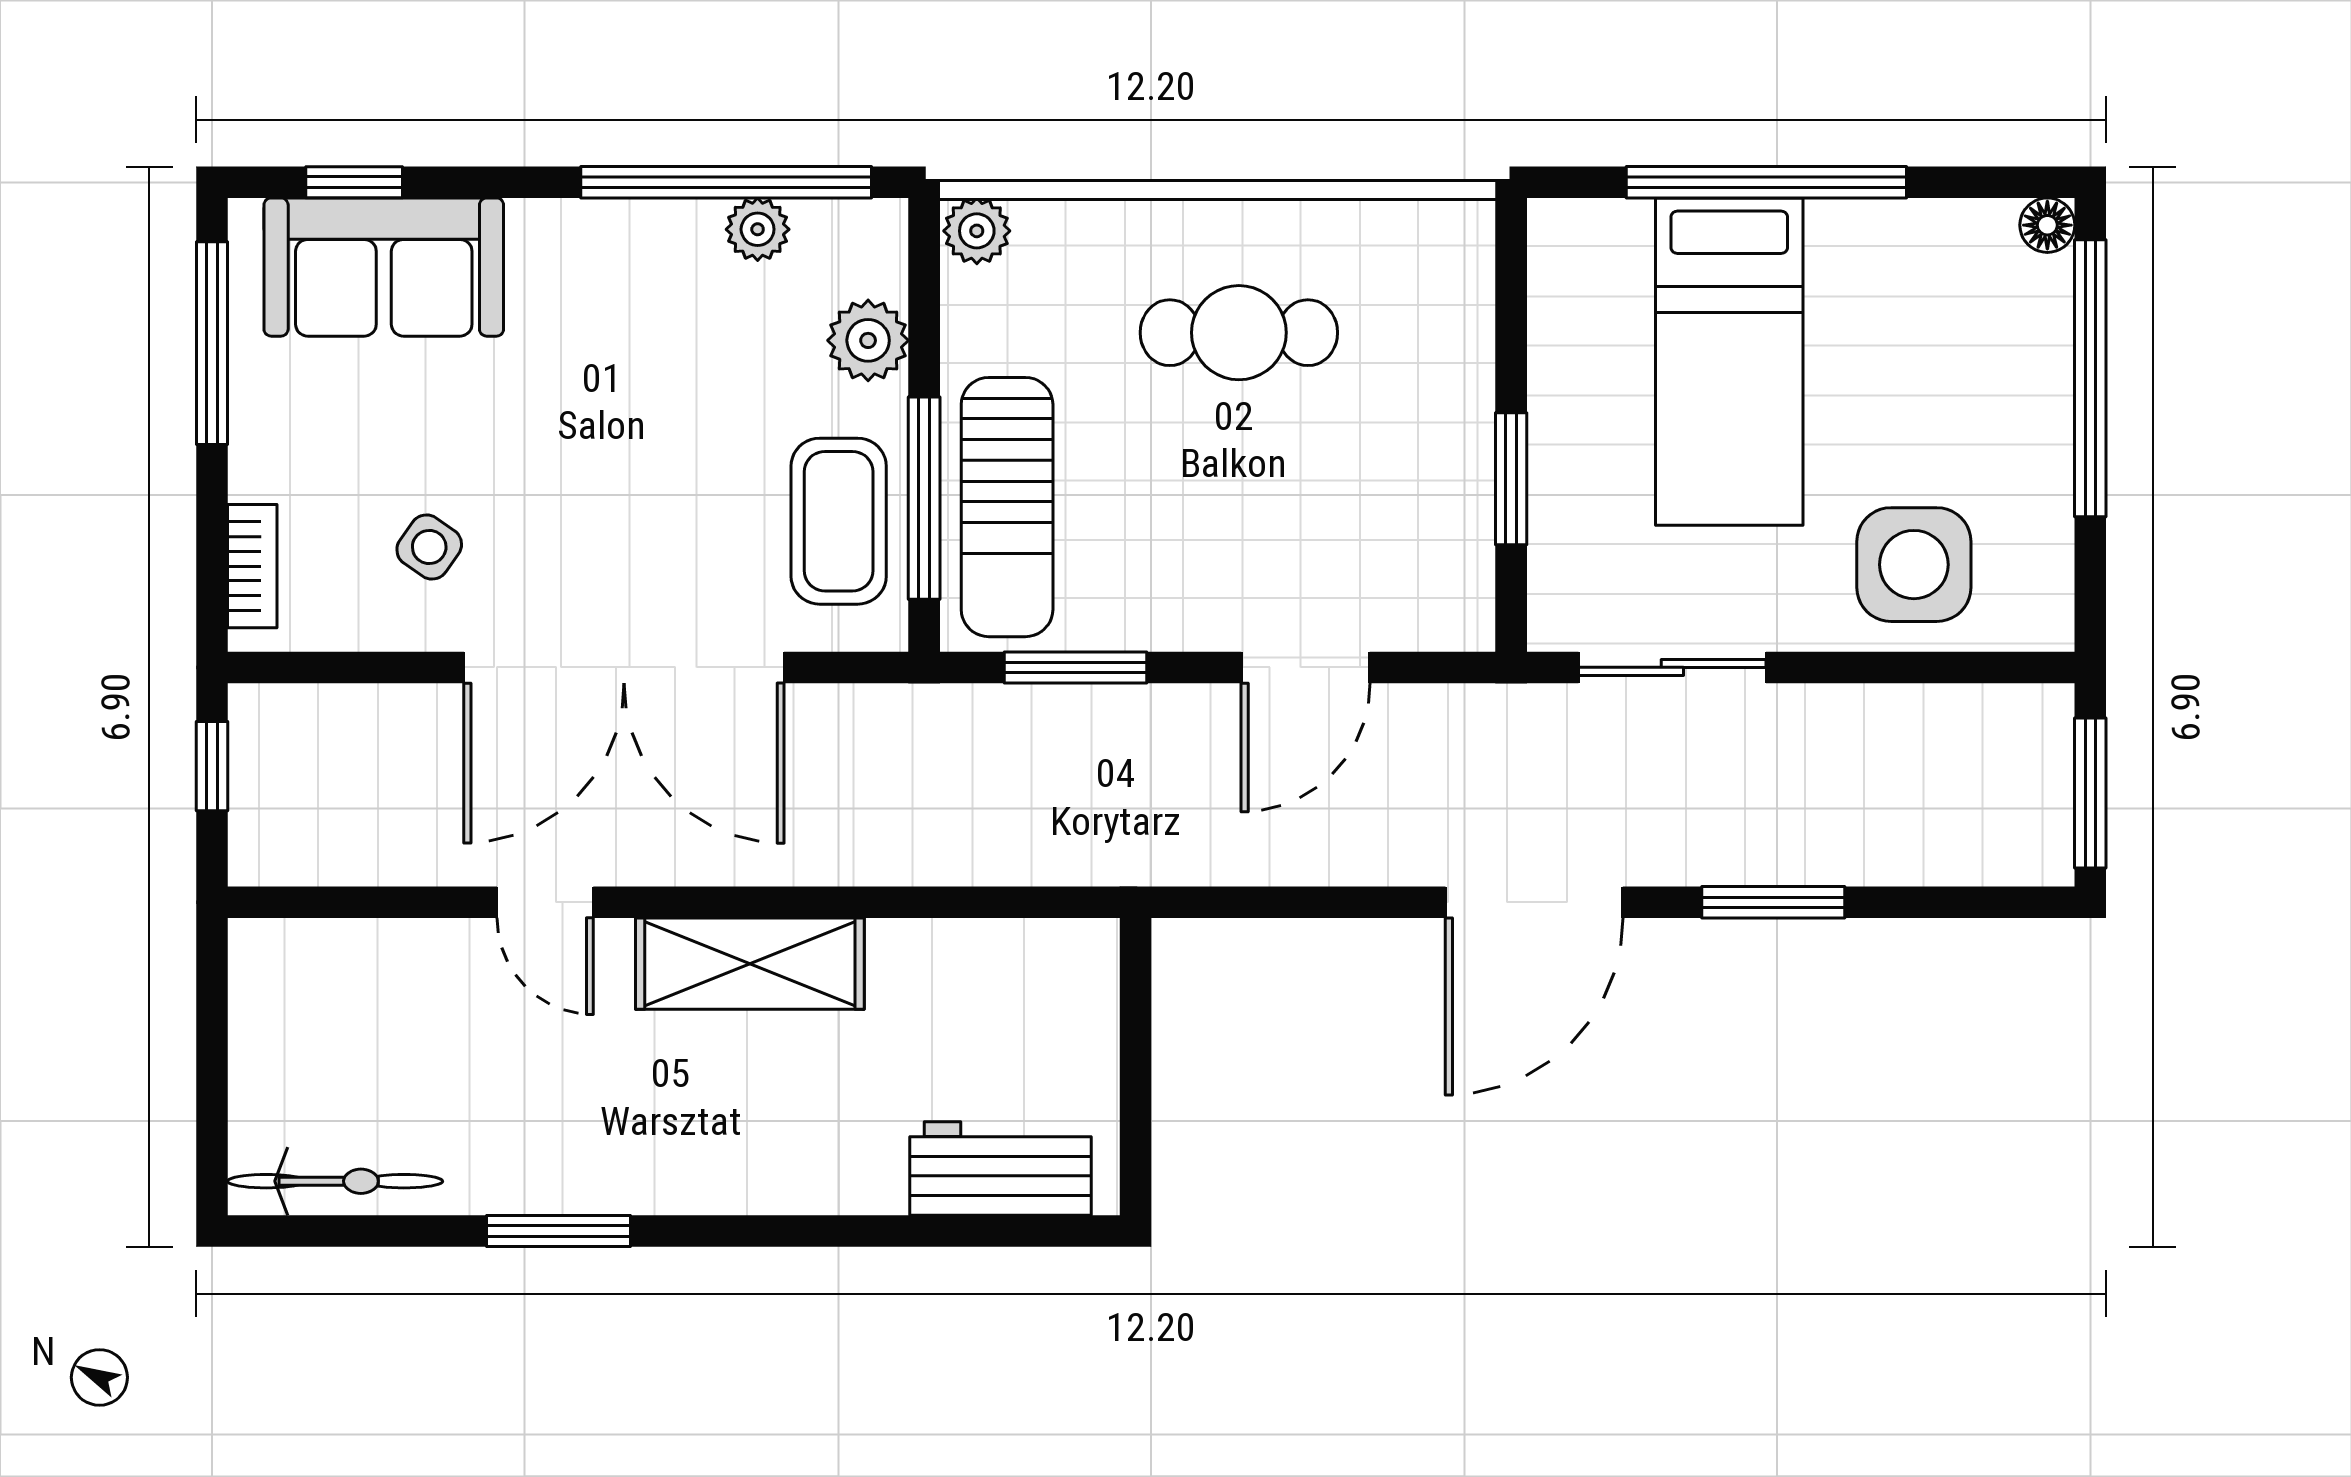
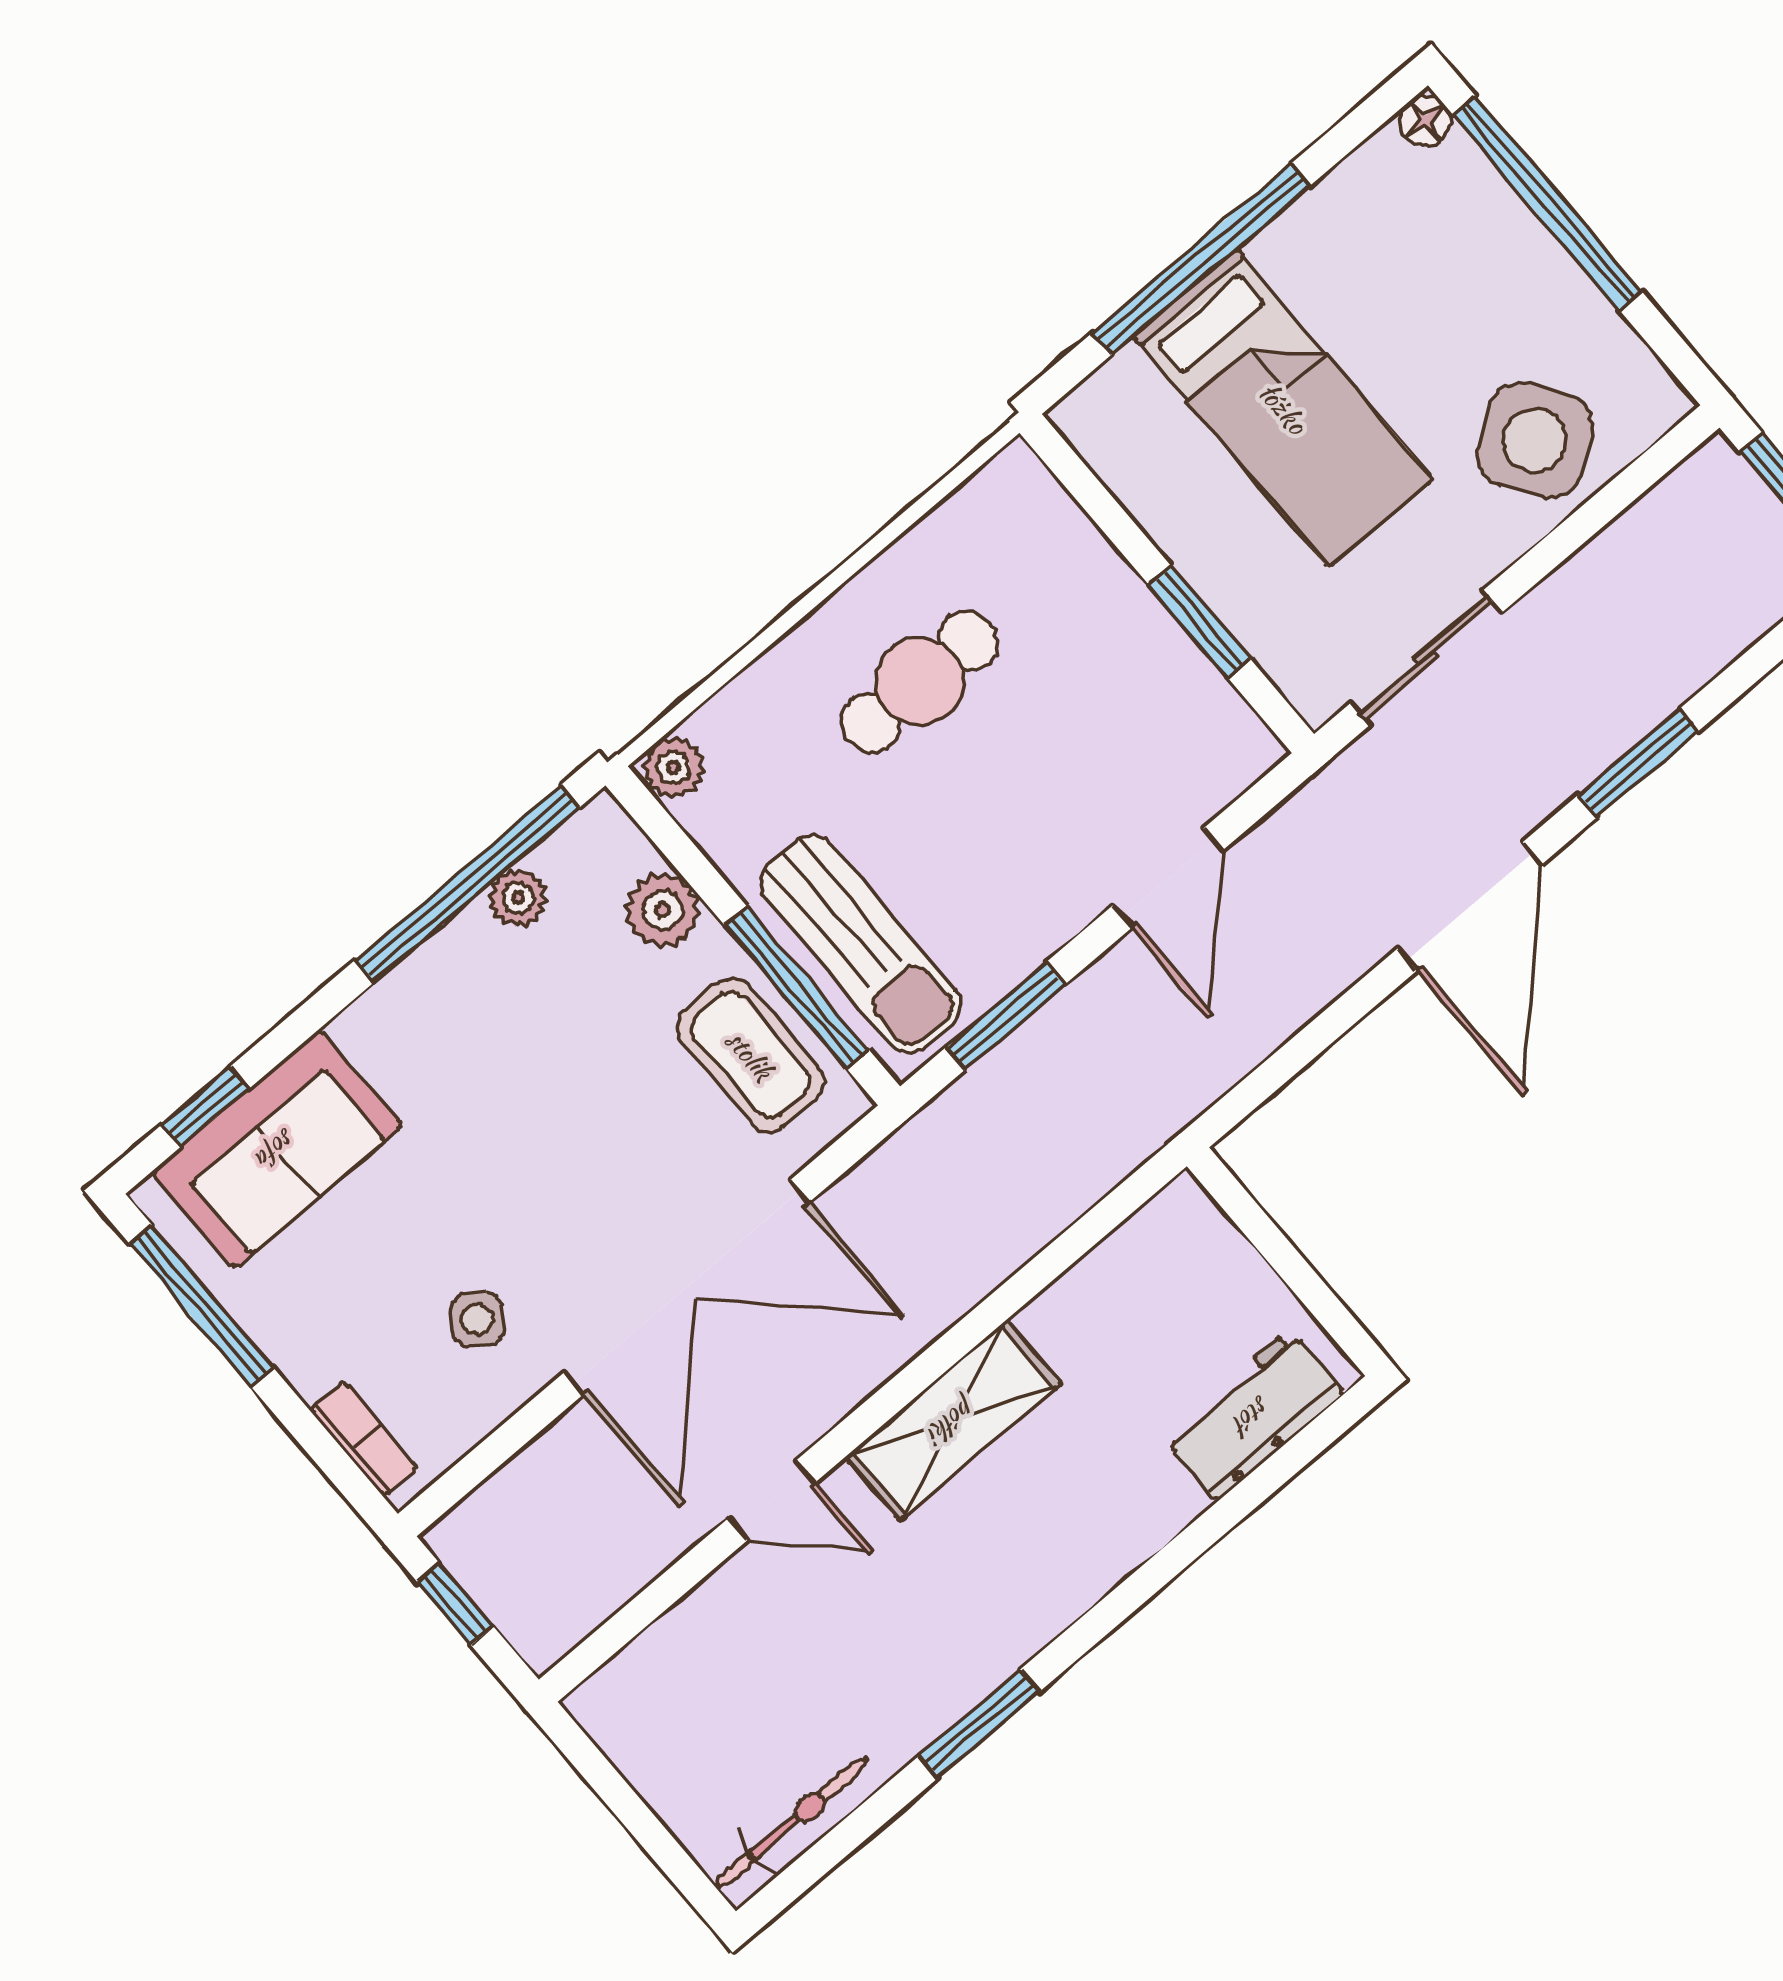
side table: (1914, 565) -> (1535, 440), turned -34

